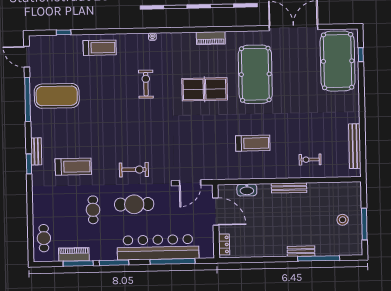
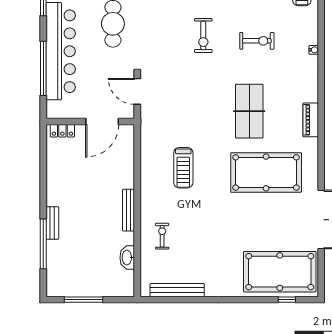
exercise bike: (134, 170) -> (203, 36), moved
washbasin: (247, 190) -> (127, 258), moved
stool: (343, 220) -> (89, 274), removed

